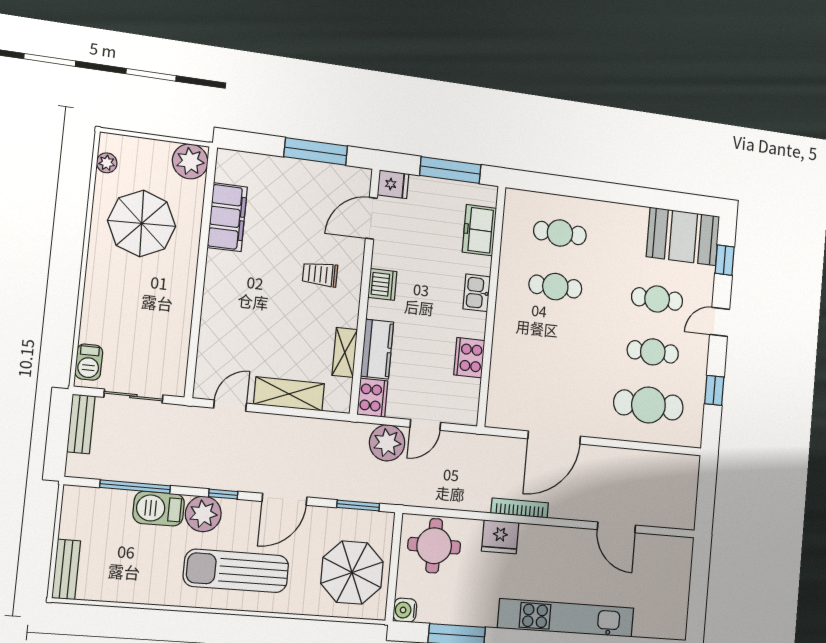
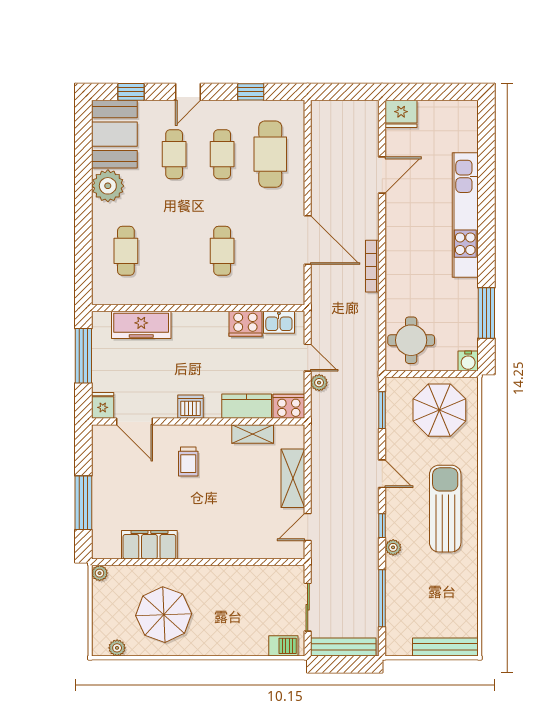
window: (316, 151) -> (83, 503), moved
plant: (190, 161) -> (100, 573), width x0.53, depth x0.53
plant: (630, 222) -> (108, 186), added
freezer: (479, 230) -> (141, 325), width x1.40
cafe table: (555, 287) -> (222, 251), moved
kitchen sink: (477, 293) -> (279, 322), moved
door: (720, 322) -> (188, 92), hinge flipped
door: (230, 406) -> (308, 527), hinge flipped
bench: (81, 424) -> (343, 647), width x1.36
plant: (387, 443) -> (319, 383), width x0.53, depth x0.53
door: (284, 499) -> (382, 474), width x0.73
barbecue: (159, 509) -> (399, 577), removed
plant: (203, 514) -> (393, 547), width x0.53, depth x0.53
fridge: (500, 537) -> (401, 114), moved, turned 90
bench: (66, 569) -> (445, 647), width x1.36
sun lounger: (236, 571) -> (445, 509), turned 180

